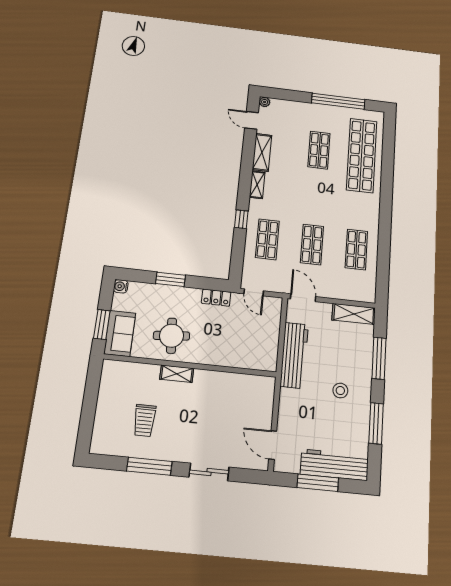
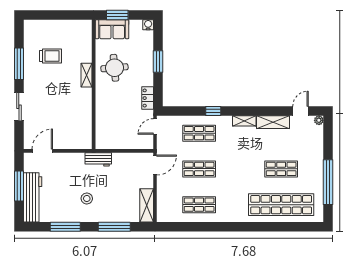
workbench: (294, 355) -> (98, 159), width x0.53, depth x0.76
trolley: (144, 420) -> (50, 56), turned 180

